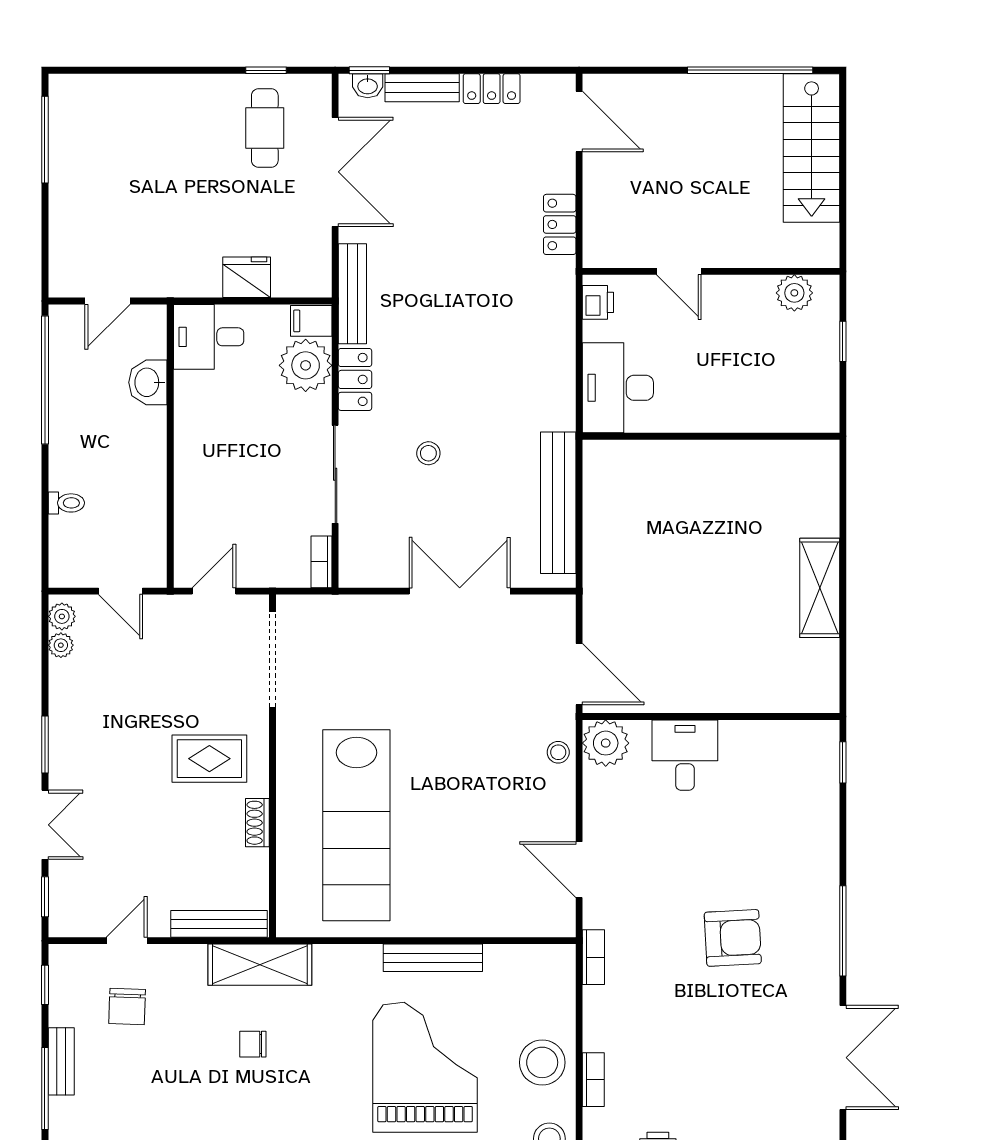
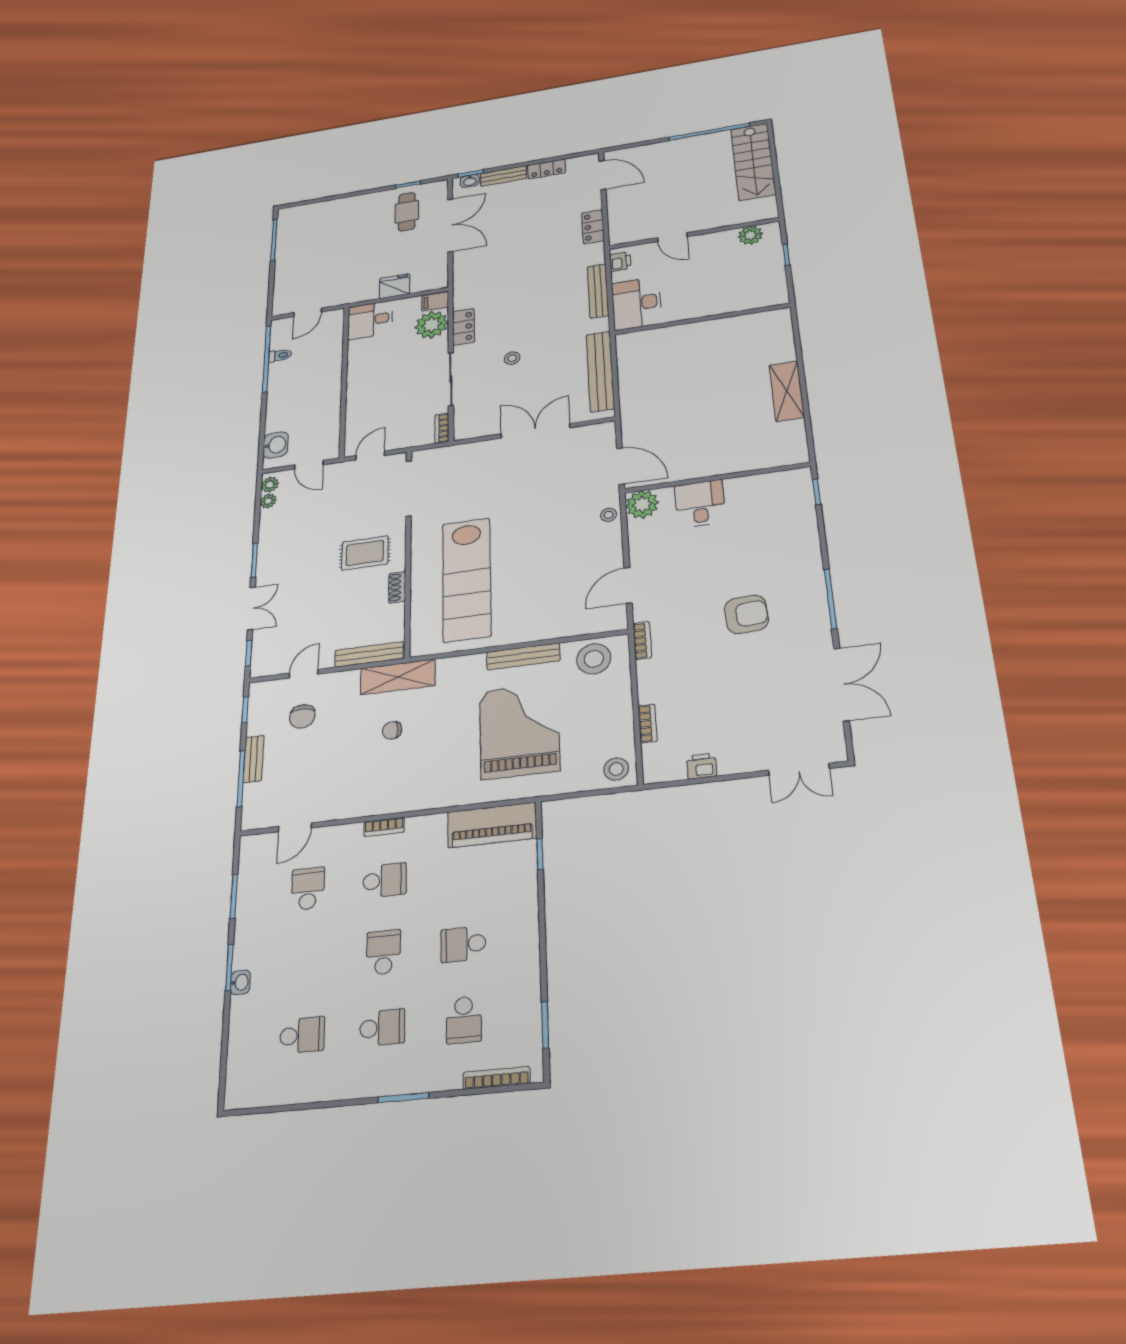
bench: (352, 294) -> (598, 291), moved
washbasin: (148, 382) -> (276, 445), moved, turned 180
toilet: (66, 503) -> (280, 355), moved
door: (579, 870) -> (628, 585), hinge flipped
stool: (542, 1062) -> (594, 659), moved

